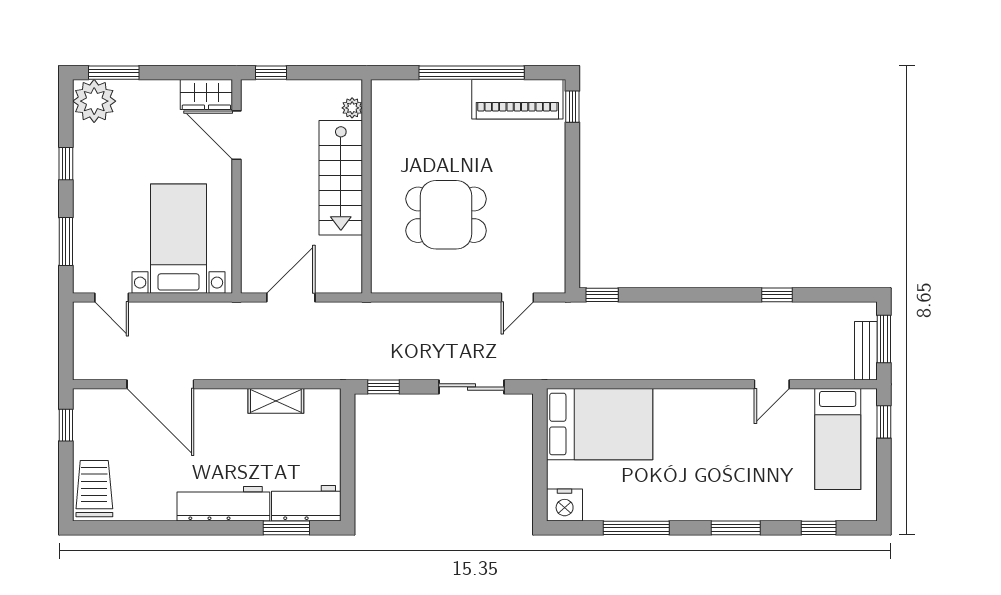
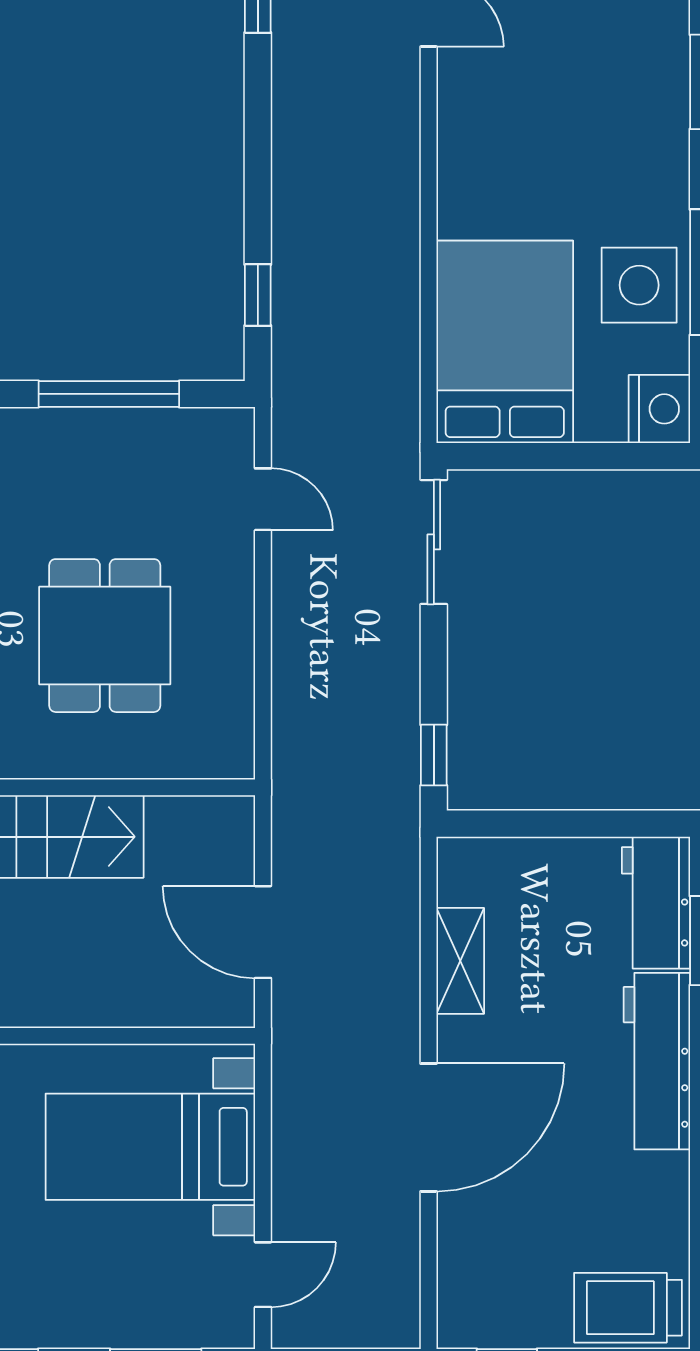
window: (572, 217) -> (109, 394), added
window: (602, 295) -> (258, 295), moved
door: (160, 384) -> (429, 1127), moved
sliding door: (471, 387) -> (434, 542), moved
side table: (629, 494) -> (639, 285), added

